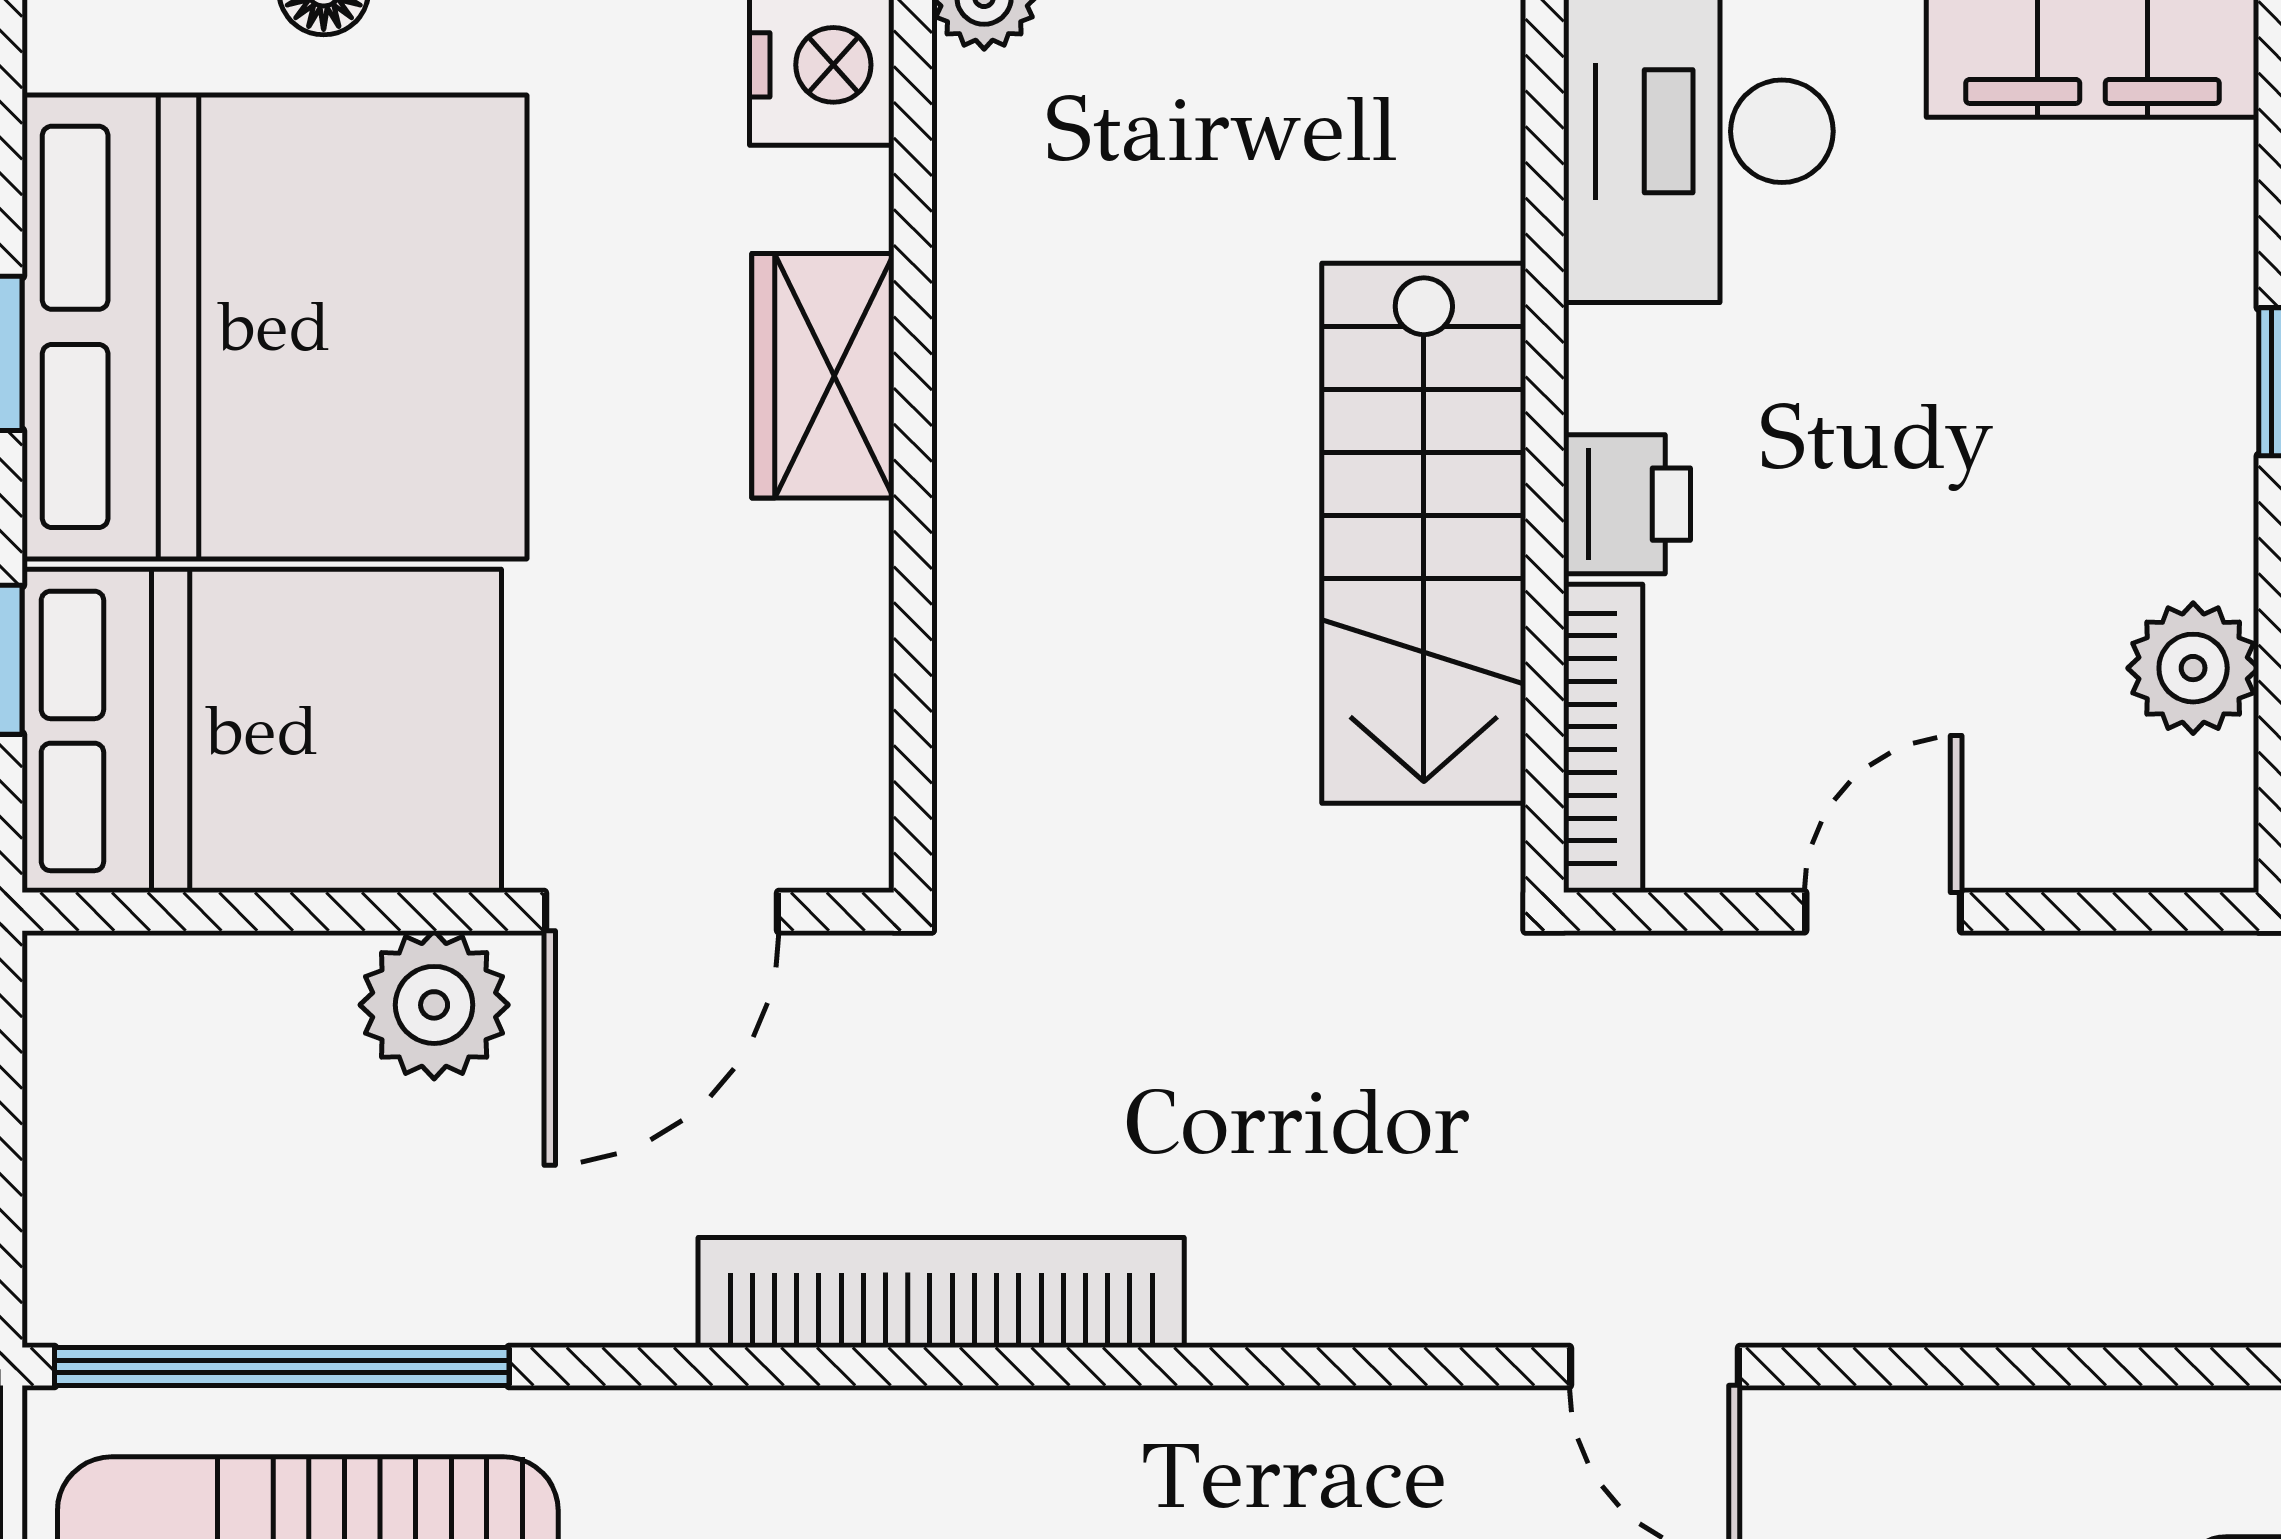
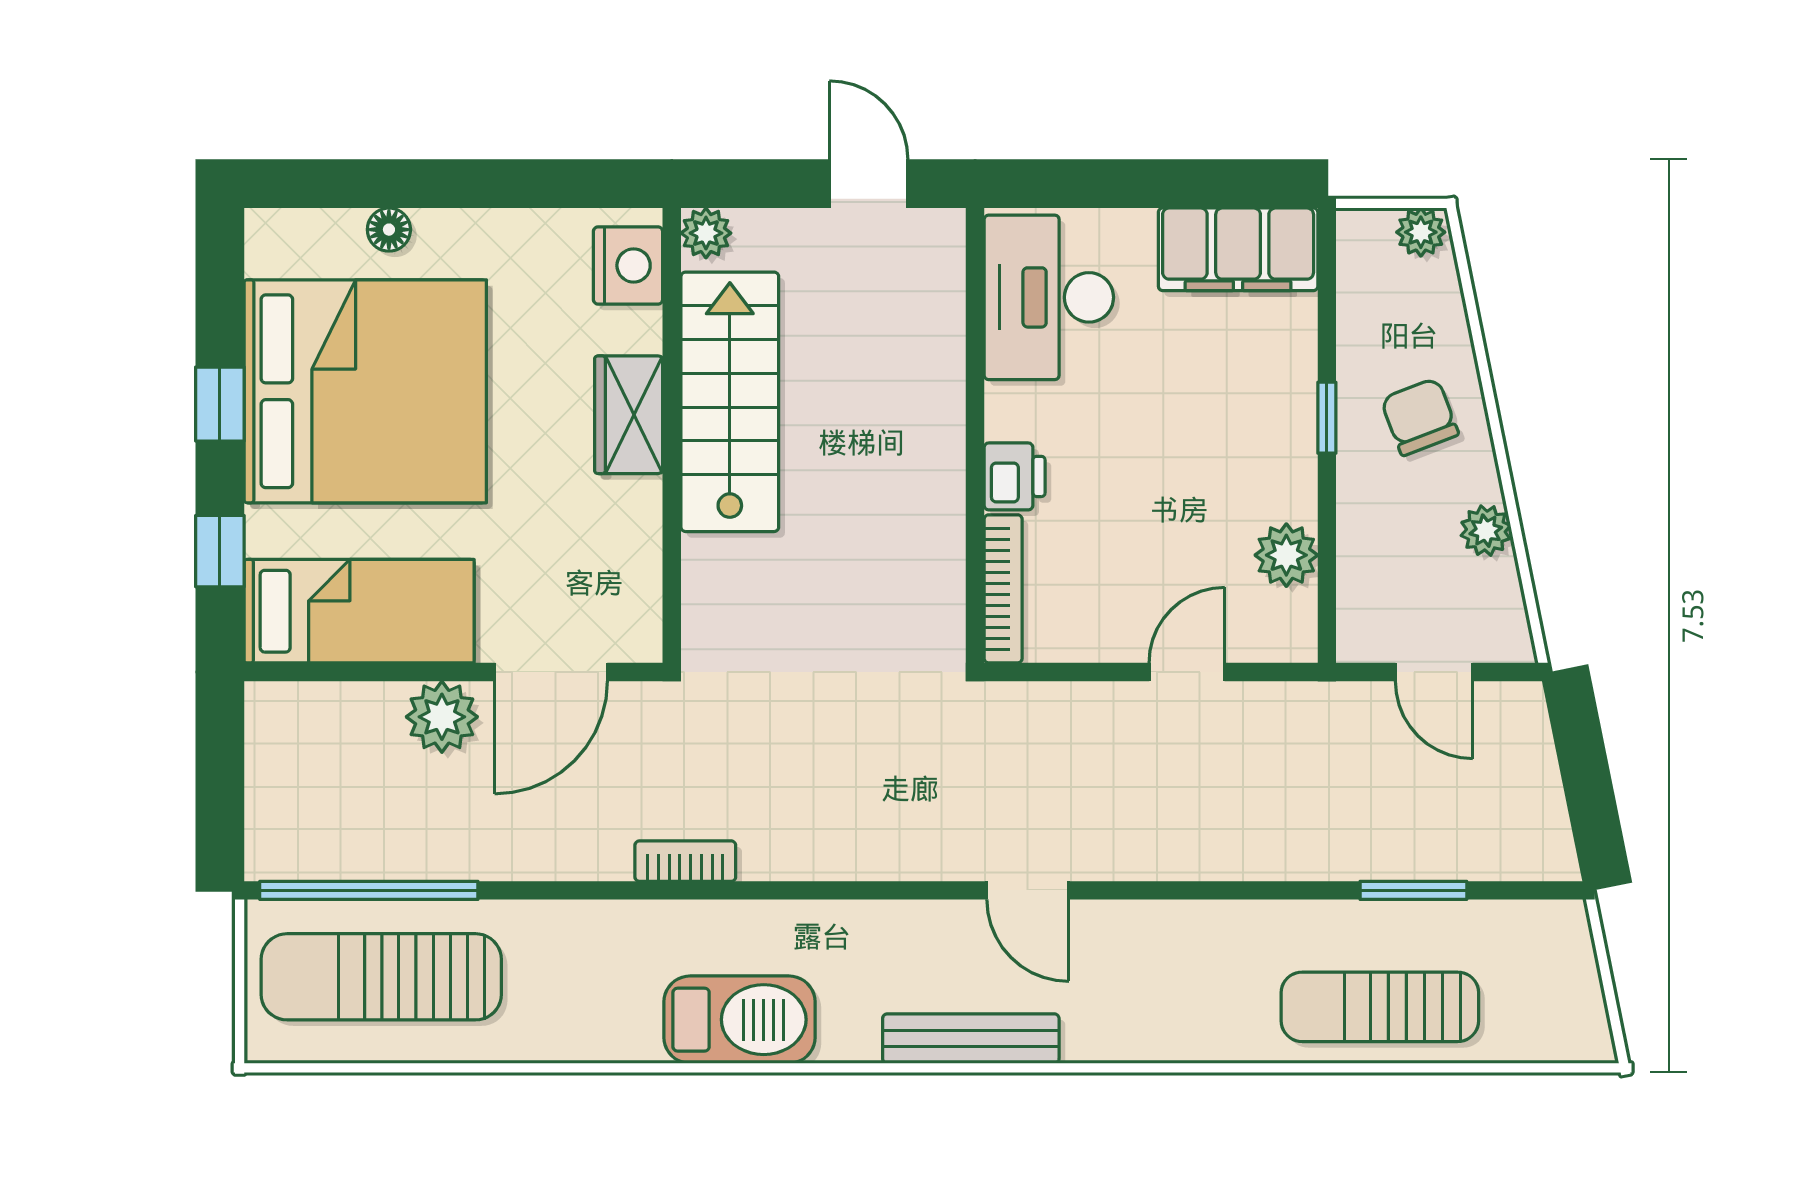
stairs: (1424, 533) -> (730, 402), moved, turned 180
bed: (262, 731) -> (359, 611), width x0.67
door: (1883, 912) -> (1187, 672), moved
bookcase: (941, 1292) -> (685, 861), width x0.43, depth x0.76

